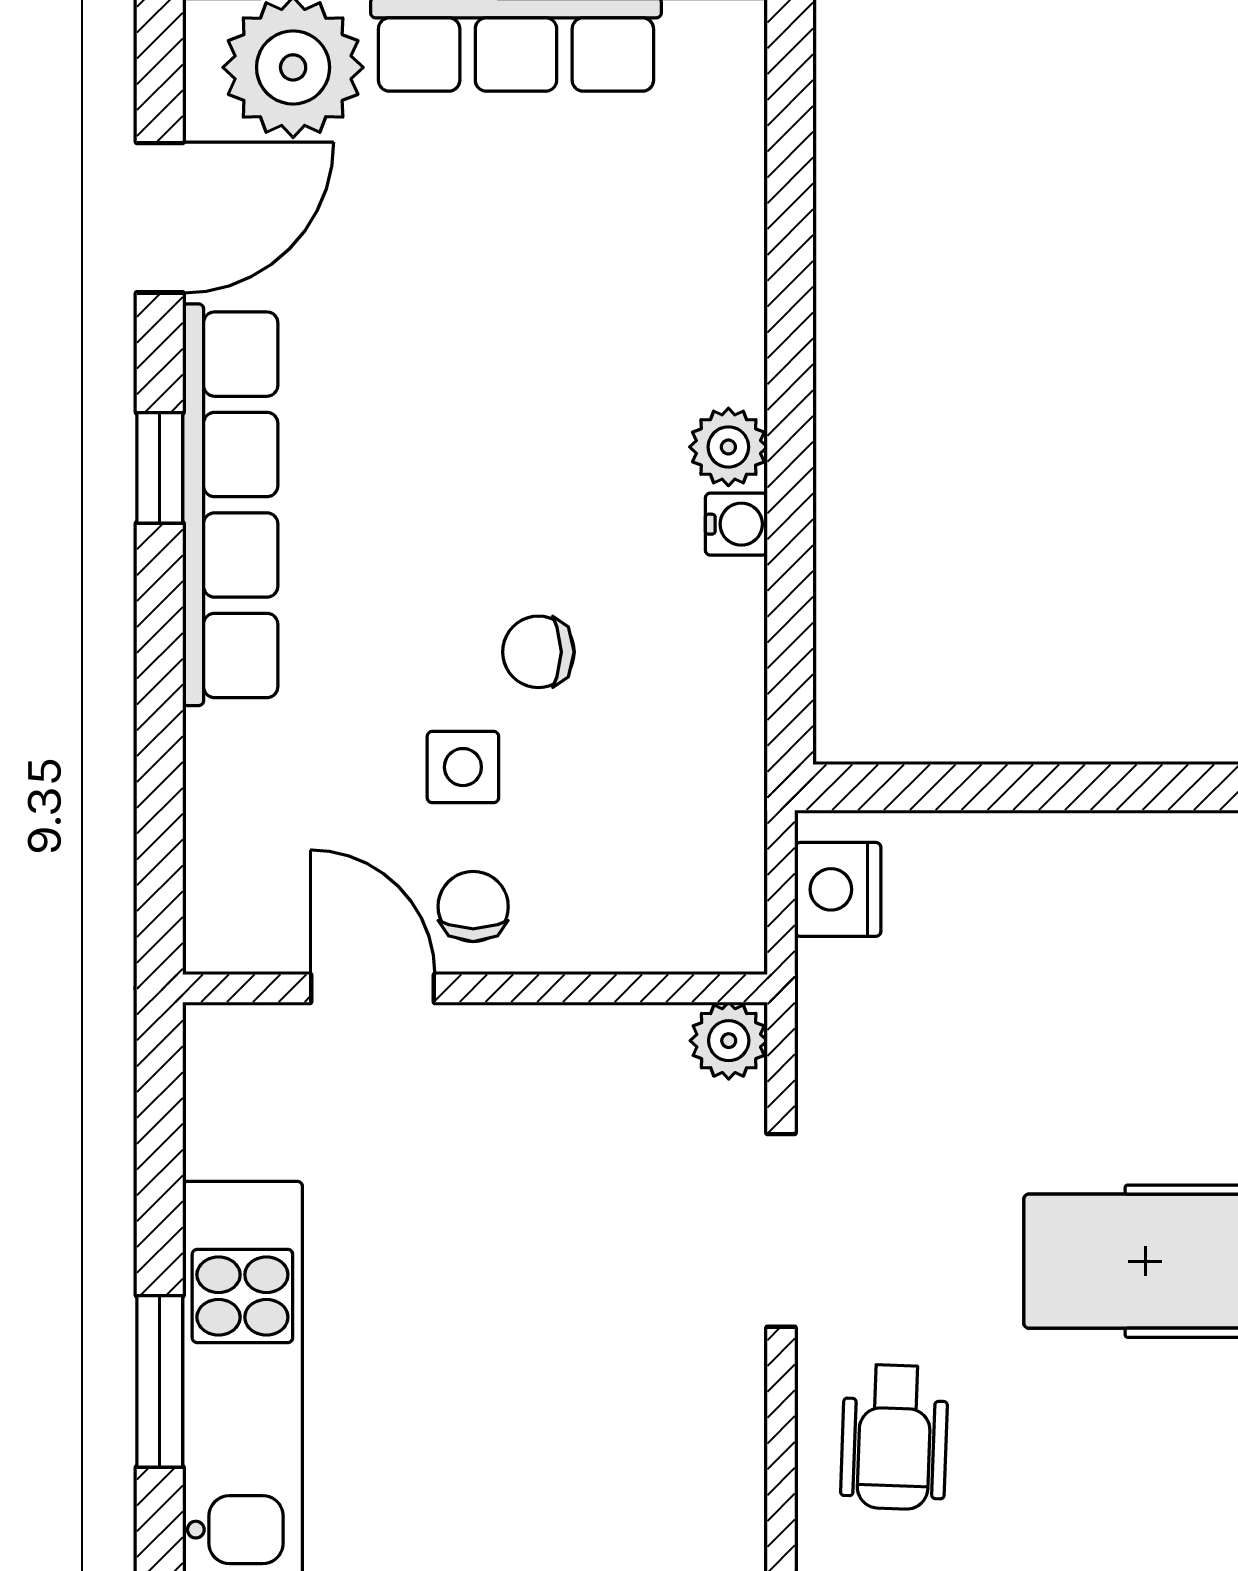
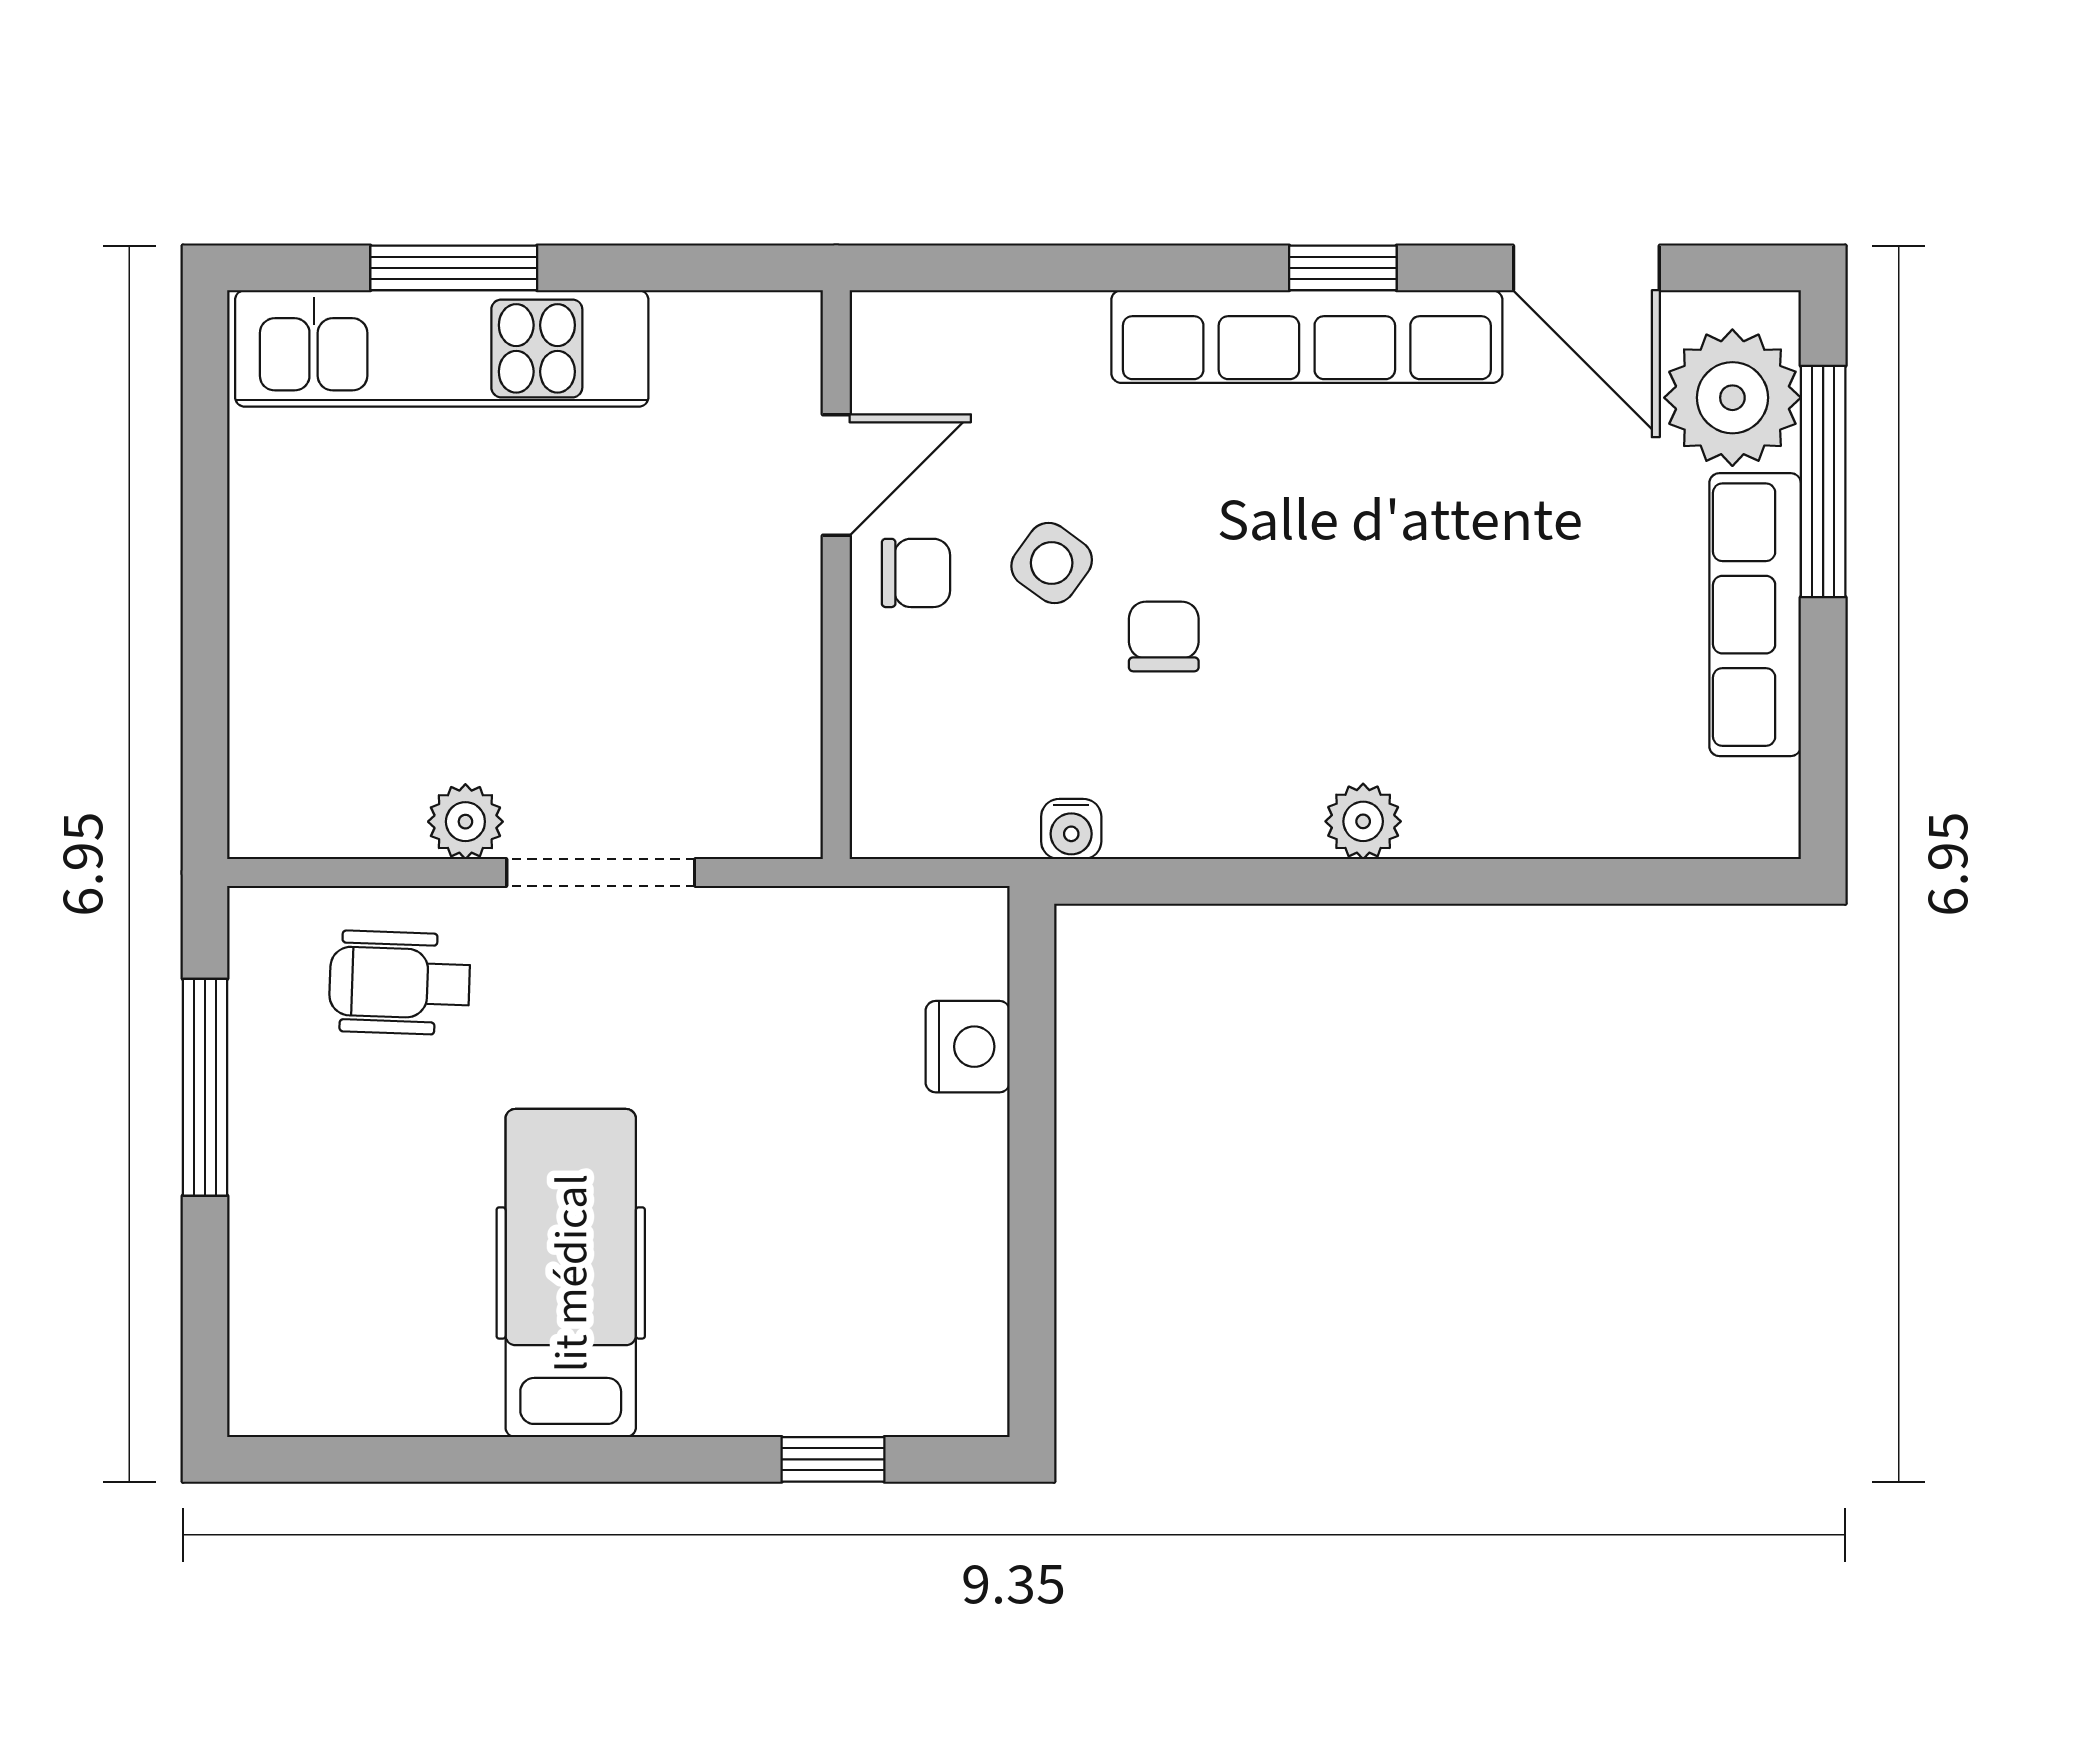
water cooler: (736, 524) -> (1071, 829), moved
side table: (463, 767) -> (1052, 563), turned 36
nightstand: (838, 889) -> (968, 1047), moved, turned 90
plant: (729, 1041) -> (465, 822), moved

